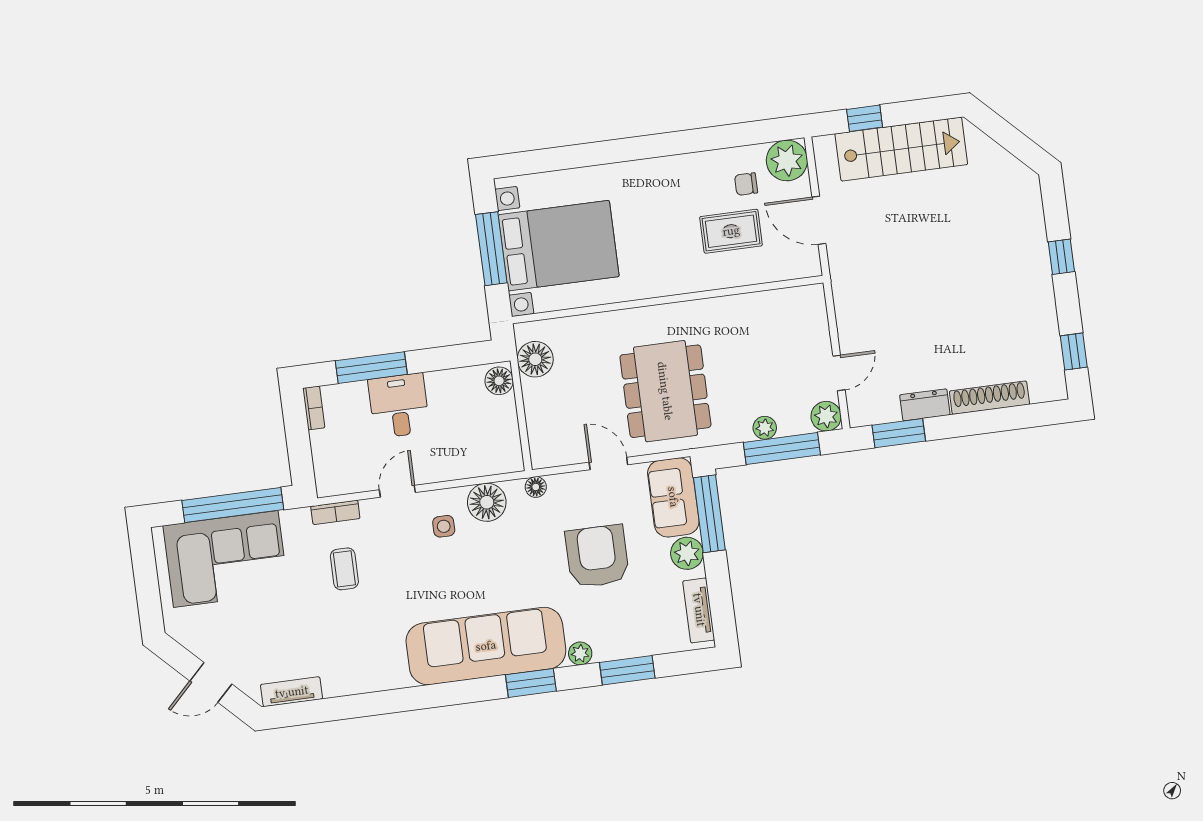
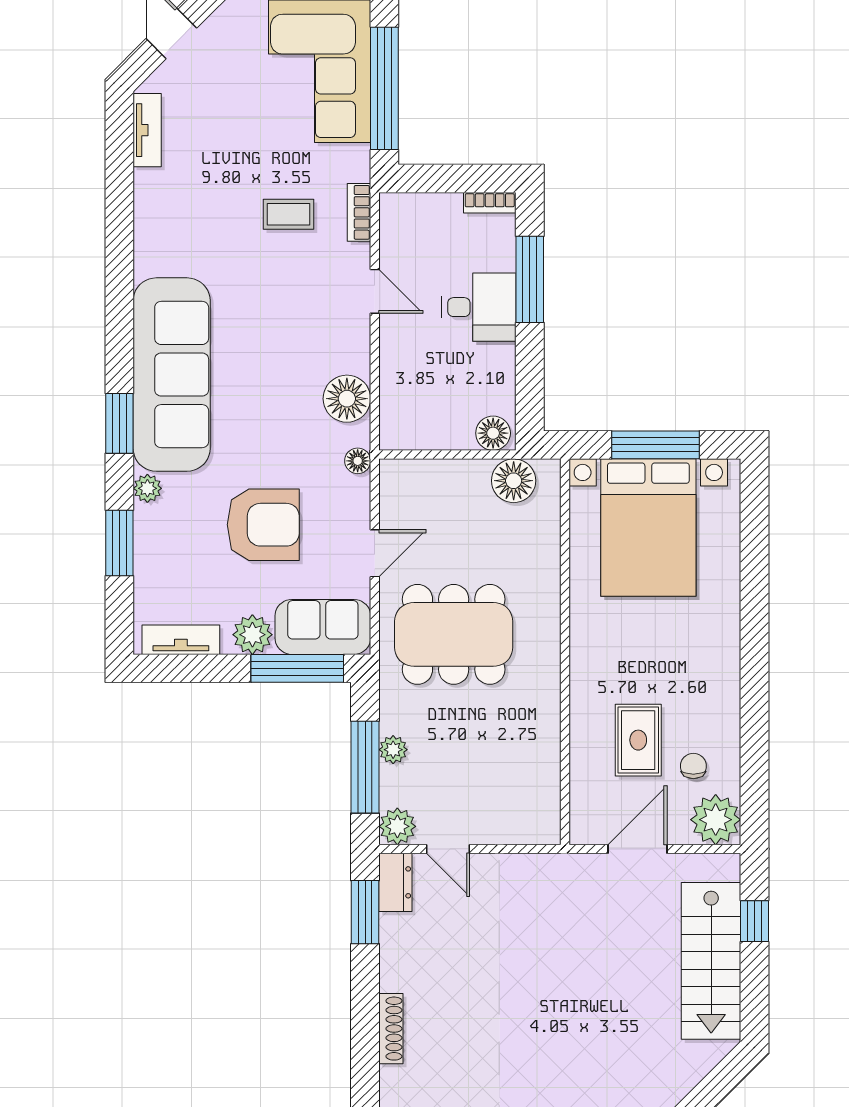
shoe rack: (989, 398) -> (391, 1029), width x0.74, depth x0.81
dresser: (925, 405) -> (395, 882), moved
side table: (444, 526) -> (324, 342), removed

